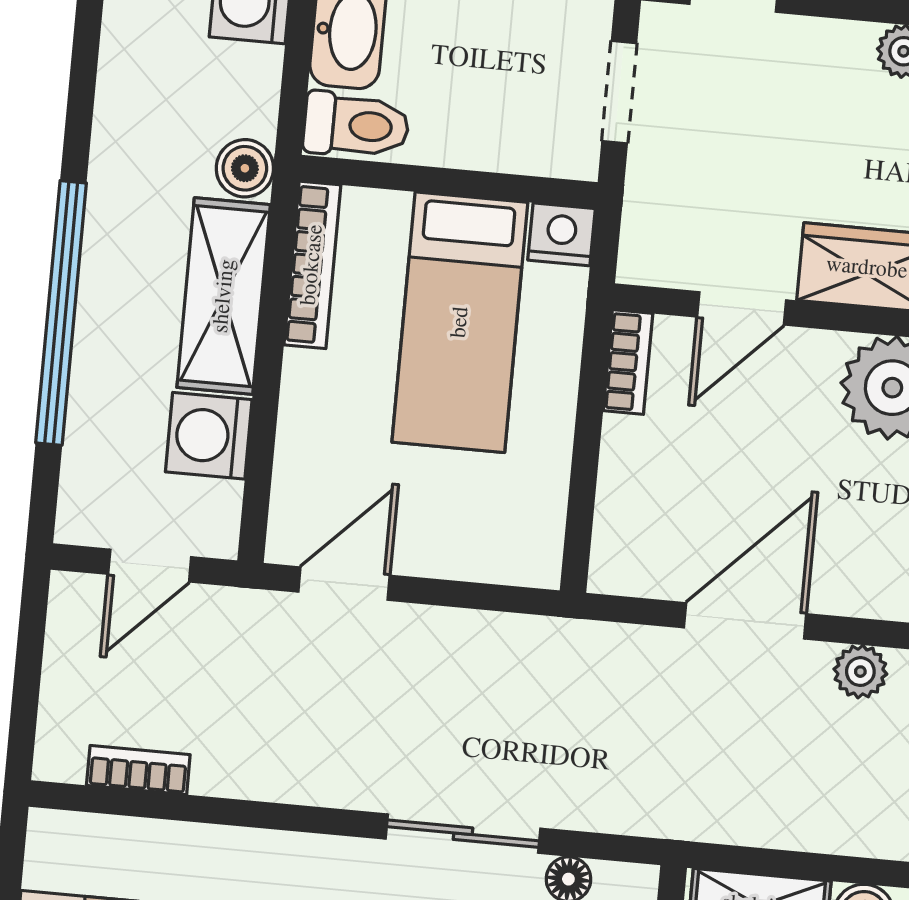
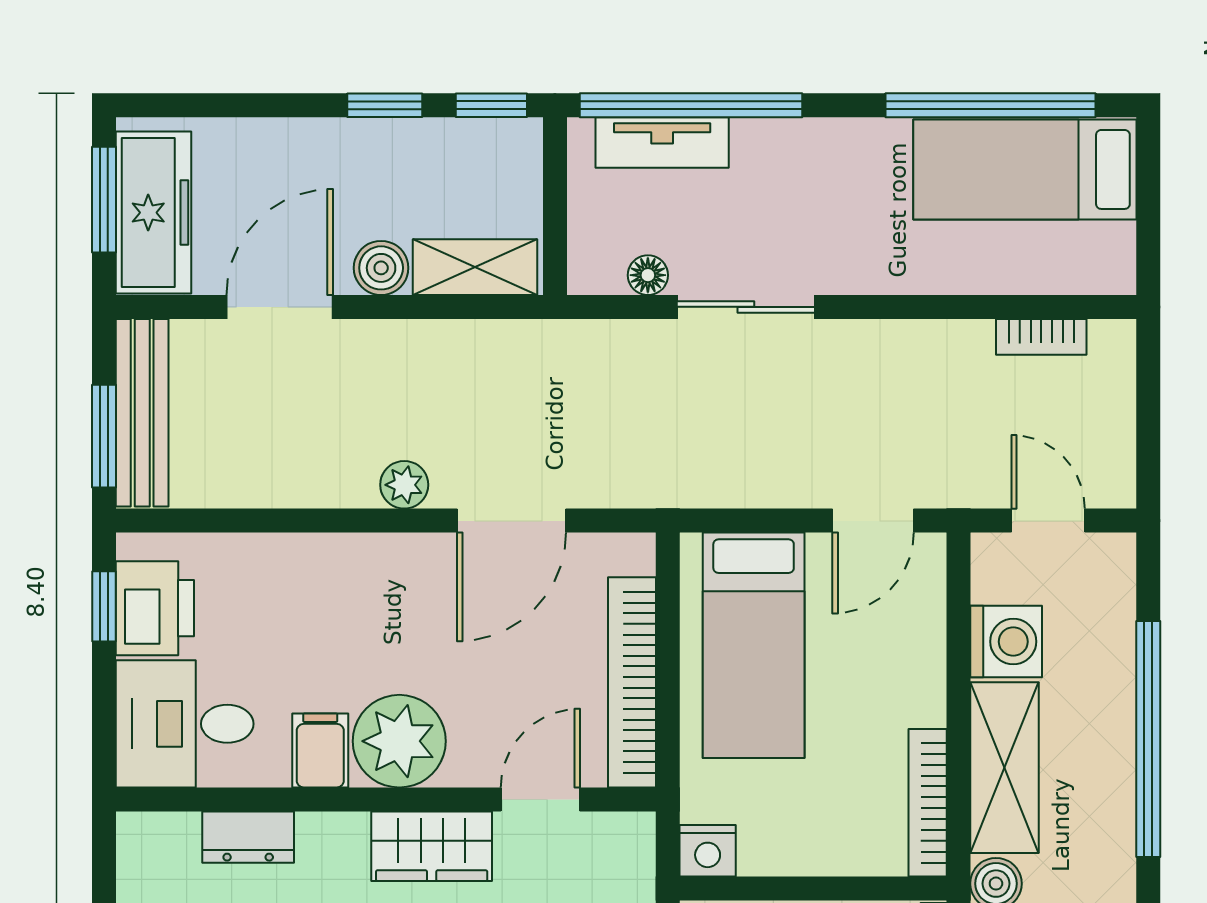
bed: (460, 322) -> (754, 645), moved, turned 180
bookcase: (628, 362) -> (632, 682), width x2.31, depth x1.31
door: (150, 566) -> (1048, 521), hinge flipped

